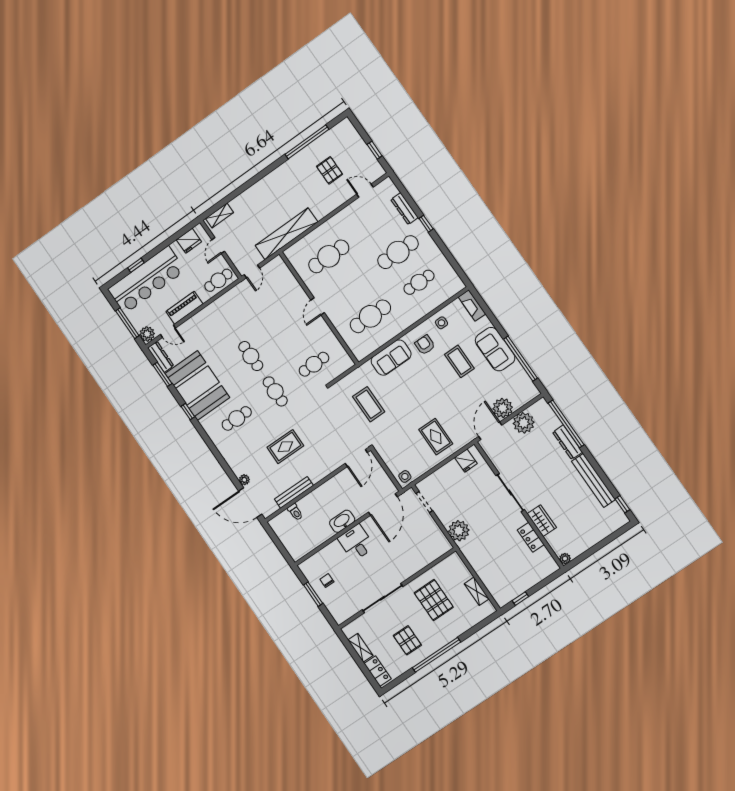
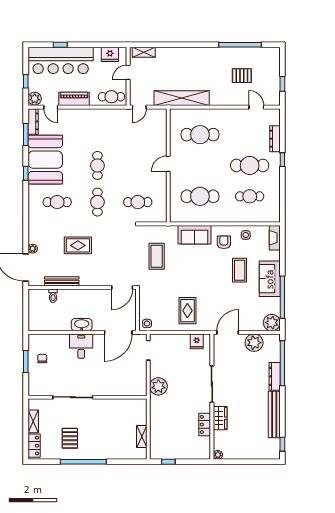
pallet: (330, 170) -> (242, 76), turned 90
window: (127, 323) -> (26, 81), width x0.46
plant: (503, 408) -> (272, 323), moved
pallet: (434, 600) -> (108, 423), removed

